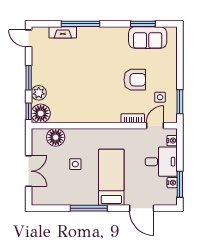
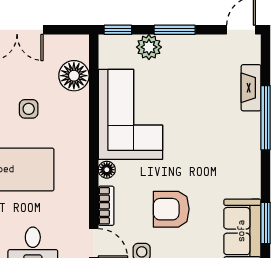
armchair: (135, 80) -> (171, 209), turned 90
corner sofa: (79, 104) -> (130, 114), added
floor lamp: (41, 113) -> (107, 170), moved, width x0.53, depth x0.53

